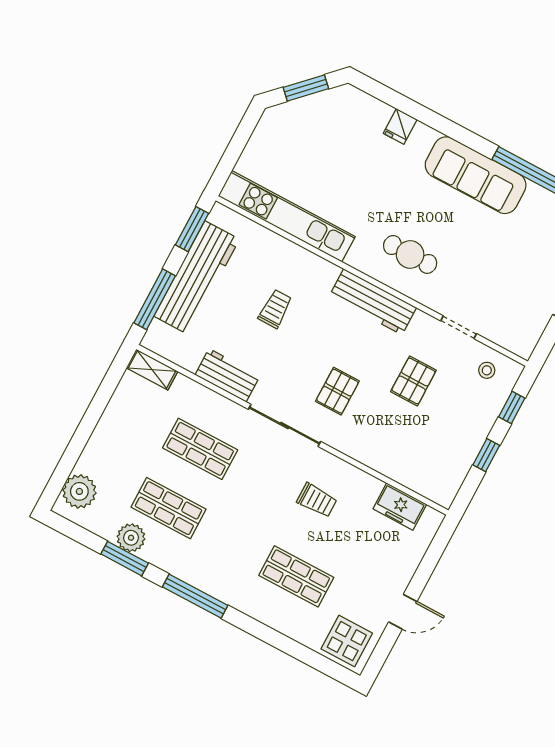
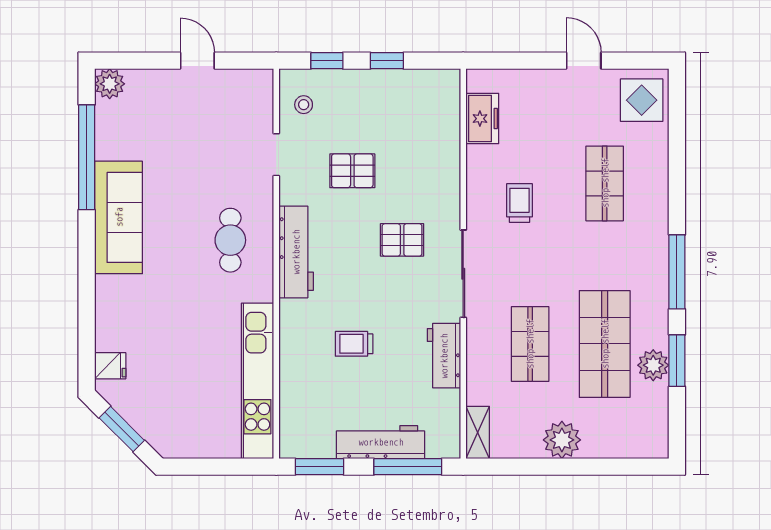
fridge: (400, 126) -> (110, 366), moved
workbench: (197, 278) -> (381, 442), width x0.73, depth x0.76
plant: (79, 491) -> (562, 440), moved
shop shelf: (169, 508) -> (605, 344), width x1.43, depth x1.36

